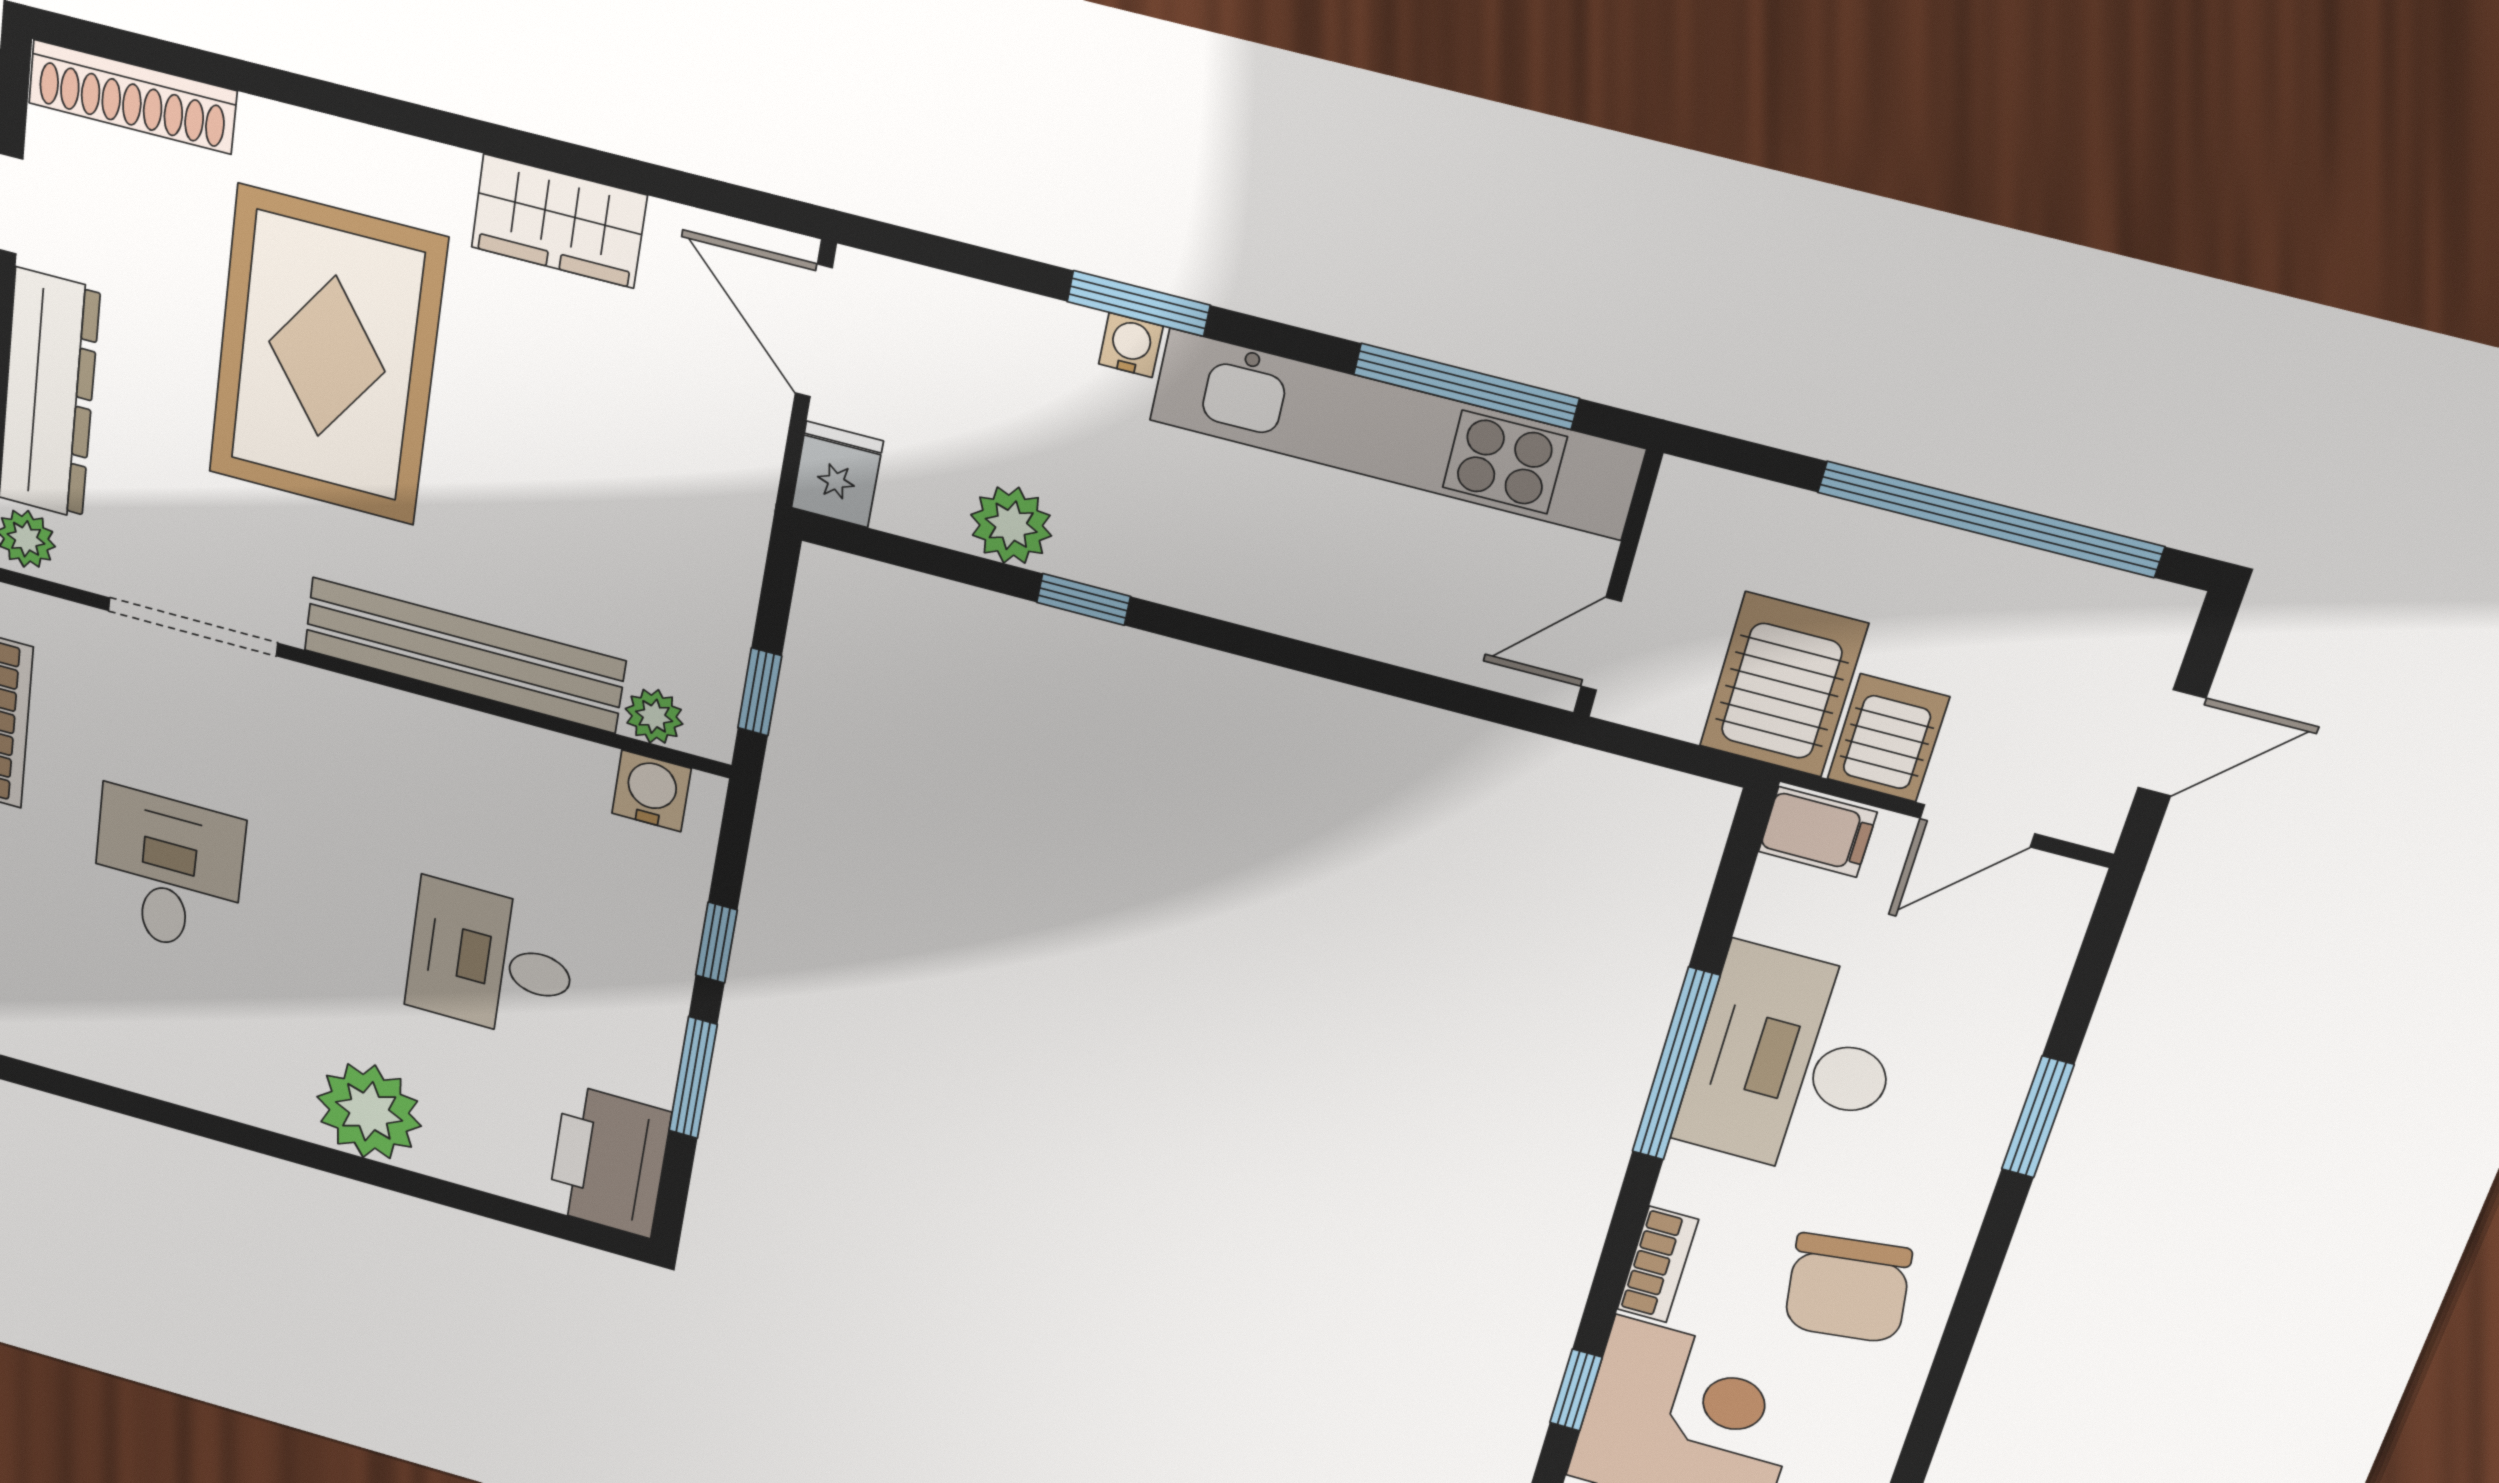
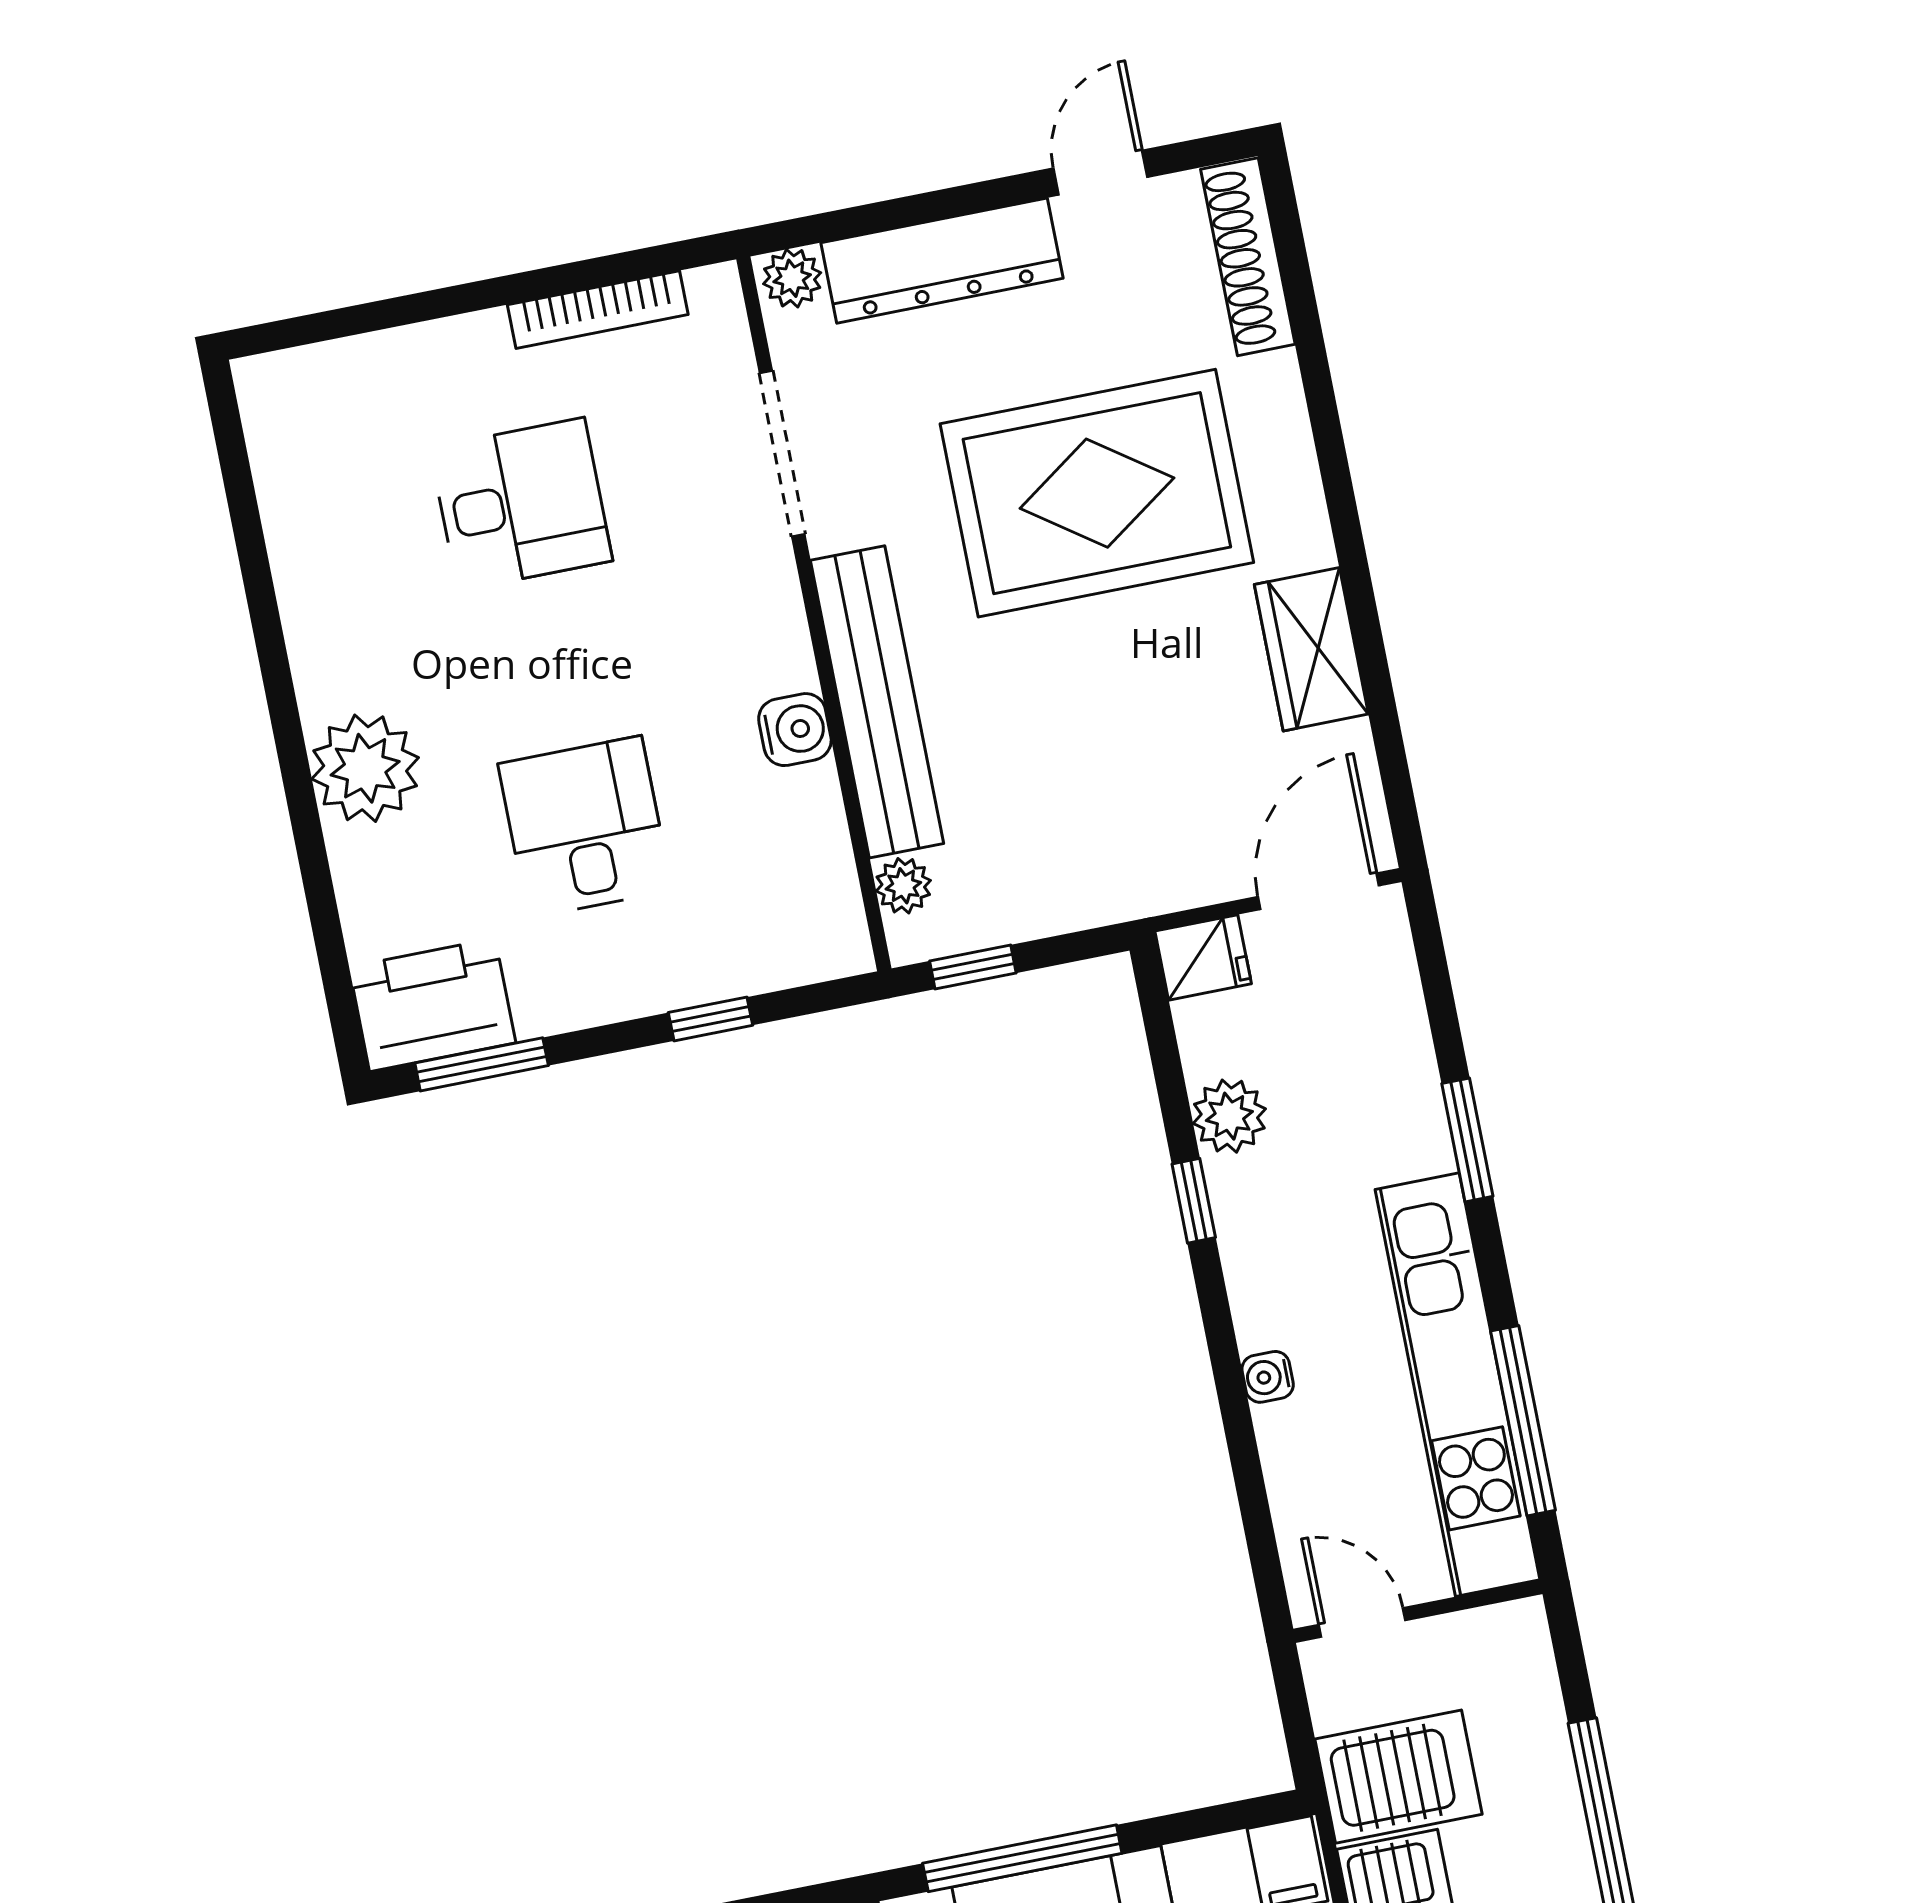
water cooler: (1131, 345) -> (1268, 1377), moved, turned 180
water cooler: (651, 791) -> (795, 730), moved
window: (693, 1078) -> (482, 1064), moved

